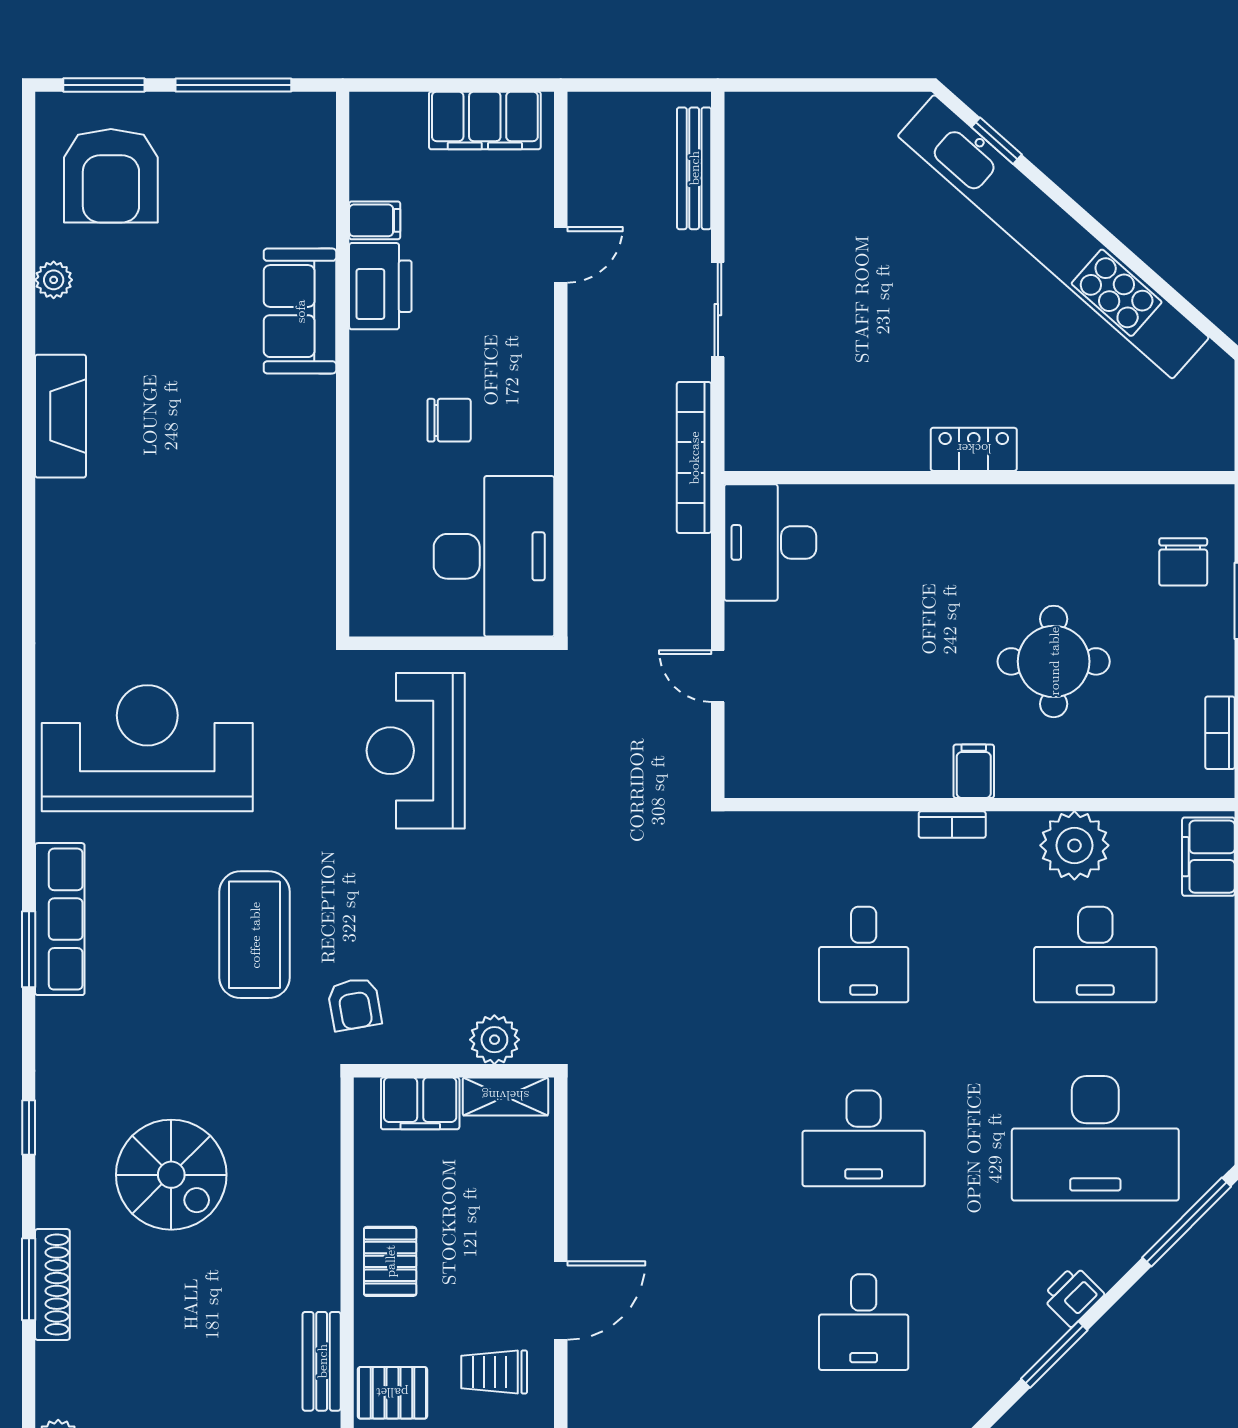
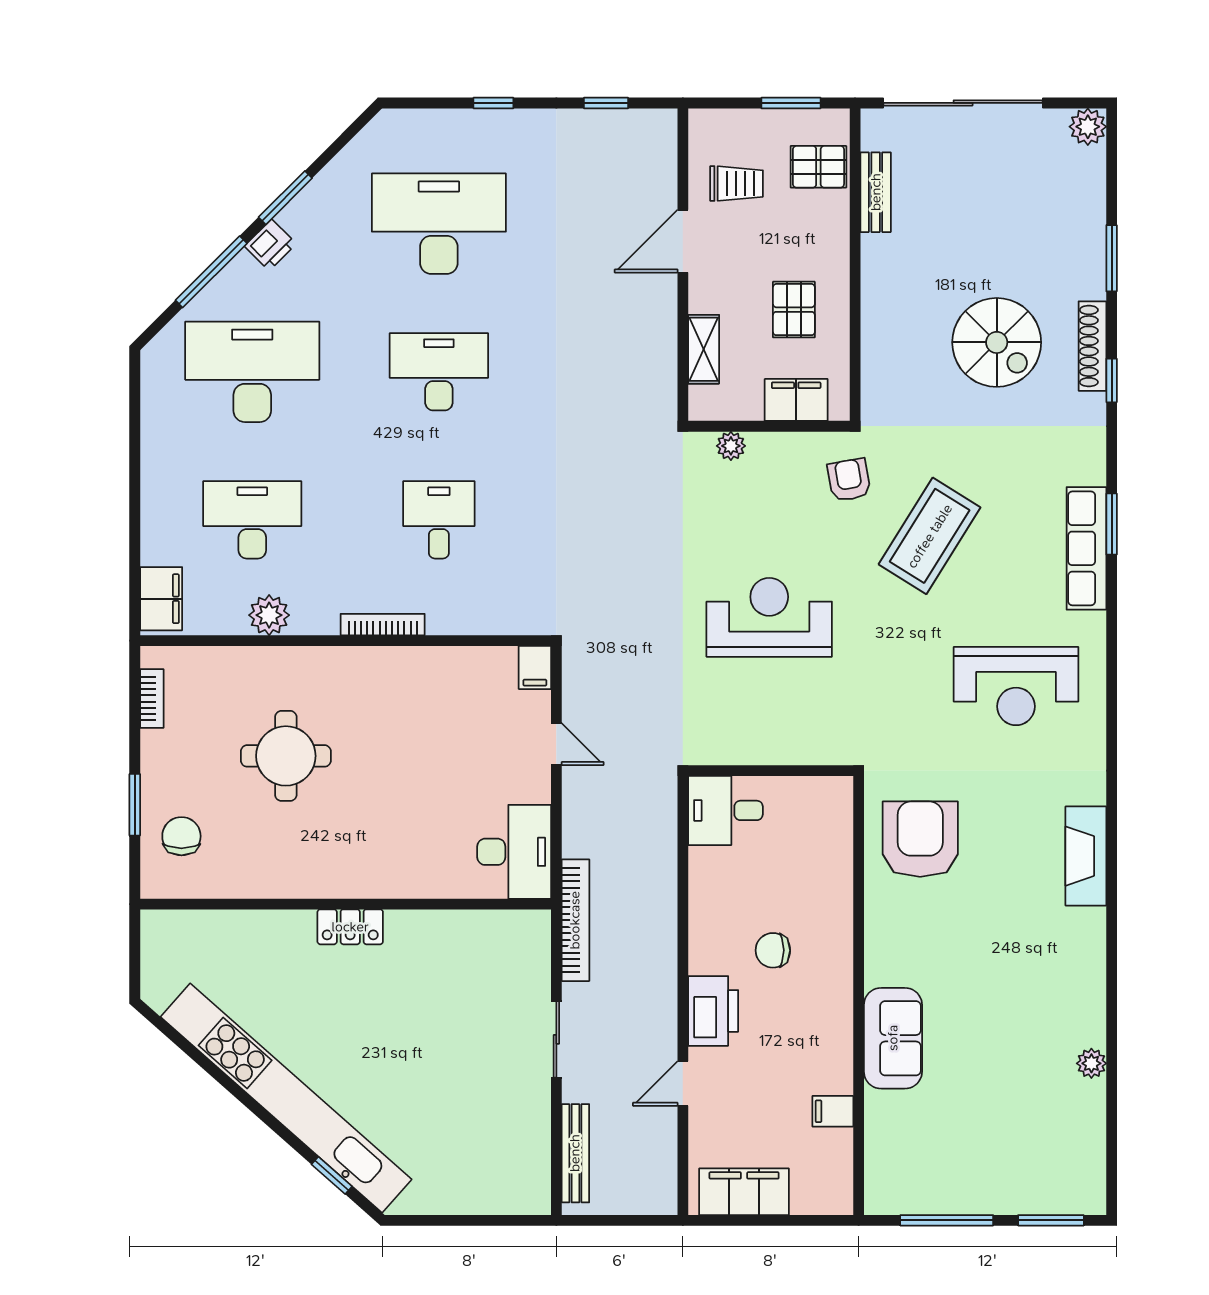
armchair: (111, 176) -> (920, 839), moved
printer: (380, 286) -> (713, 1011), moved, turned 180
fireplace: (61, 416) -> (1086, 856), moved
desk: (494, 556) -> (725, 810), width x0.53, depth x0.77
reception desk: (147, 748) -> (1016, 686), width x0.74, depth x0.77
reception desk: (416, 751) -> (769, 617), moved, turned -90
filing cabinet: (974, 771) -> (535, 667), moved
bookcase: (952, 825) -> (383, 625), width x1.56
plant: (1074, 845) -> (269, 615), width x0.73, depth x0.73
coffee table: (255, 935) -> (930, 536), turned 32
plant: (494, 1040) -> (731, 446), width x0.73, depth x0.73
shelving: (505, 1096) -> (704, 349), moved, turned 90
spiral stairs: (171, 1175) -> (997, 342), turned 180
window: (1187, 1222) -> (211, 272), moved
pallet: (390, 1261) -> (794, 310), moved
shoe rack: (52, 1284) -> (1092, 346), moved
desk: (864, 1322) -> (439, 224), width x1.87, depth x1.30

